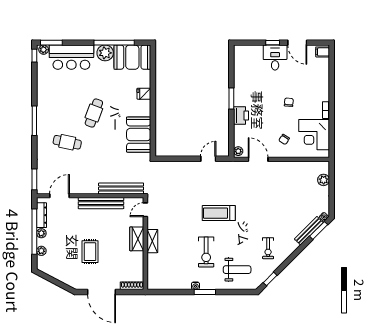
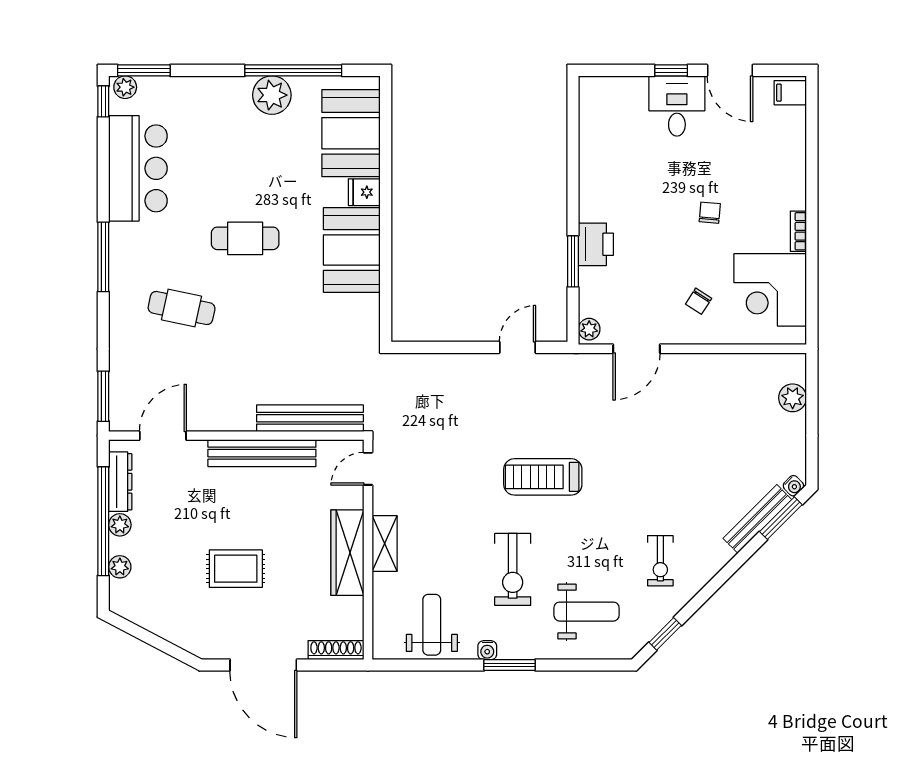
bar counter: (71, 57) -> (138, 168), moved, turned -90
booth: (132, 57) -> (351, 133), moved, turned 90
window: (231, 98) -> (573, 261), moved
cafe table: (94, 113) -> (245, 238), turned 70
booth: (139, 135) -> (352, 250), moved
door: (258, 159) -> (637, 349), swing flipped
wardrobe: (137, 239) -> (347, 553), width x1.50
rug: (90, 252) -> (236, 569), turned 90
weight bench: (172, 275) -> (432, 625), added

